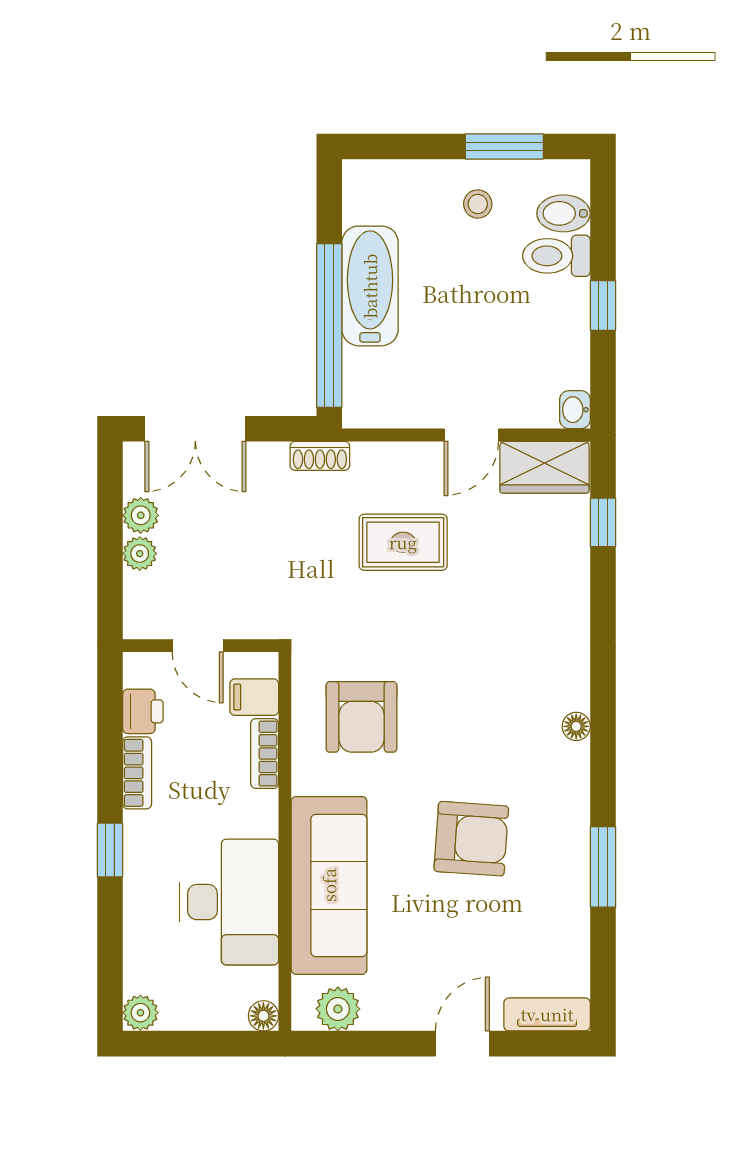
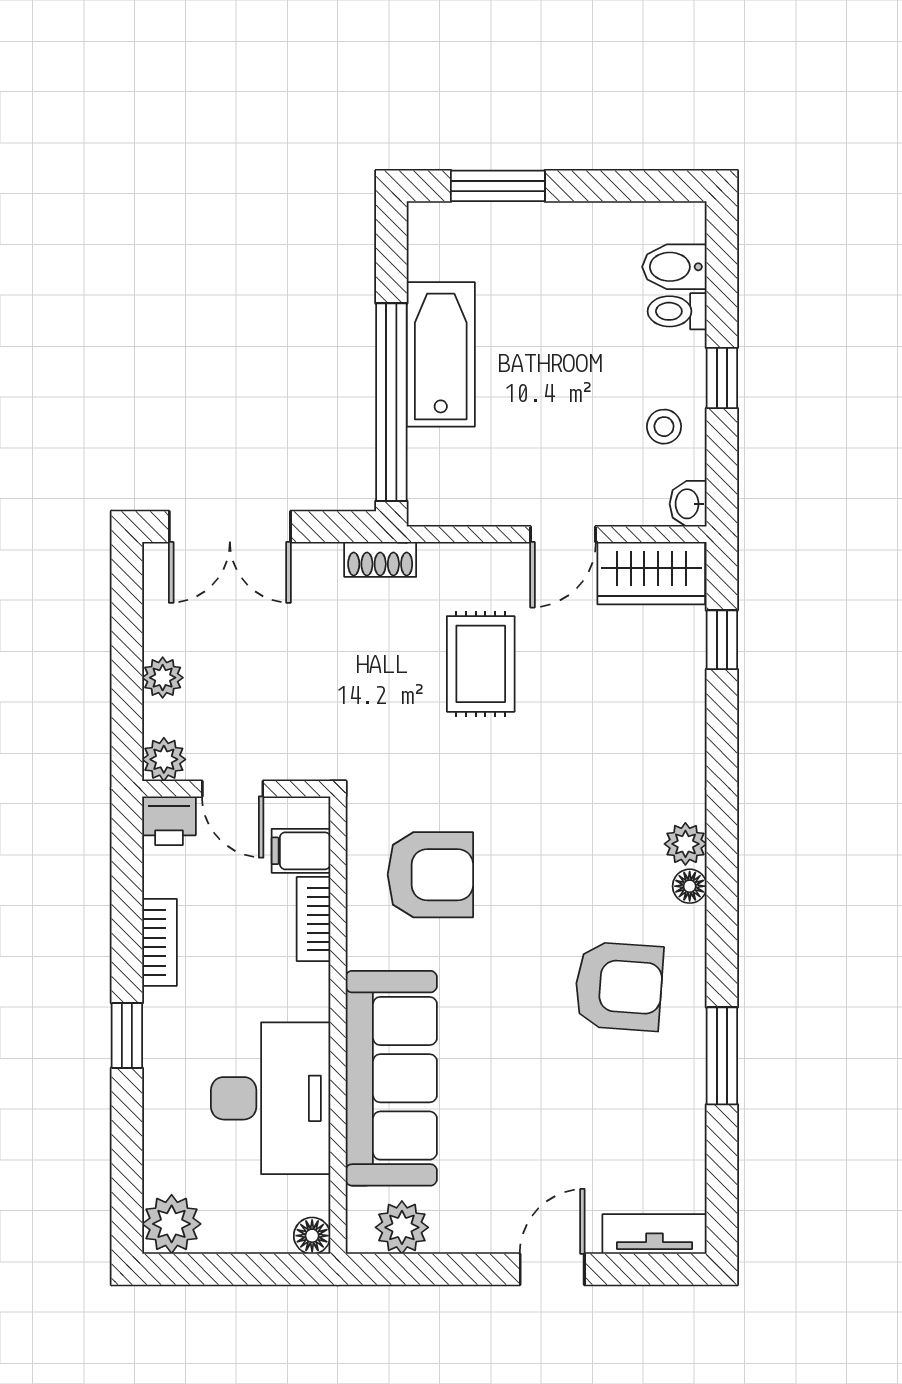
window: (504, 146) -> (498, 186), moved
stool: (478, 204) -> (664, 427), moved
toilet: (556, 256) -> (677, 311), width x0.73, depth x0.72
plant: (141, 515) -> (164, 759), moved
rug: (403, 542) -> (481, 664), turned 90
plant: (573, 691) -> (685, 844), added
printer: (143, 711) -> (169, 821), moved, turned 90
armchair: (361, 717) -> (430, 875), turned -90
armchair: (471, 839) -> (619, 986), moved
plant: (140, 1013) -> (172, 1224), width x1.38, depth x1.38

